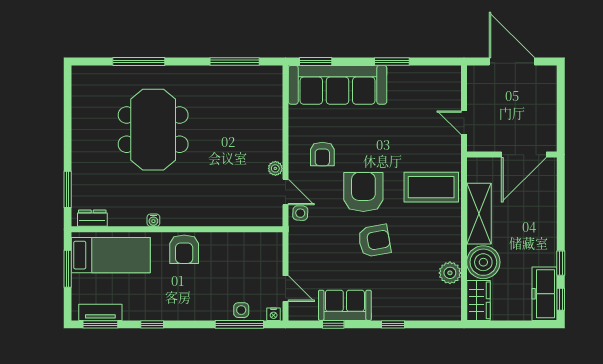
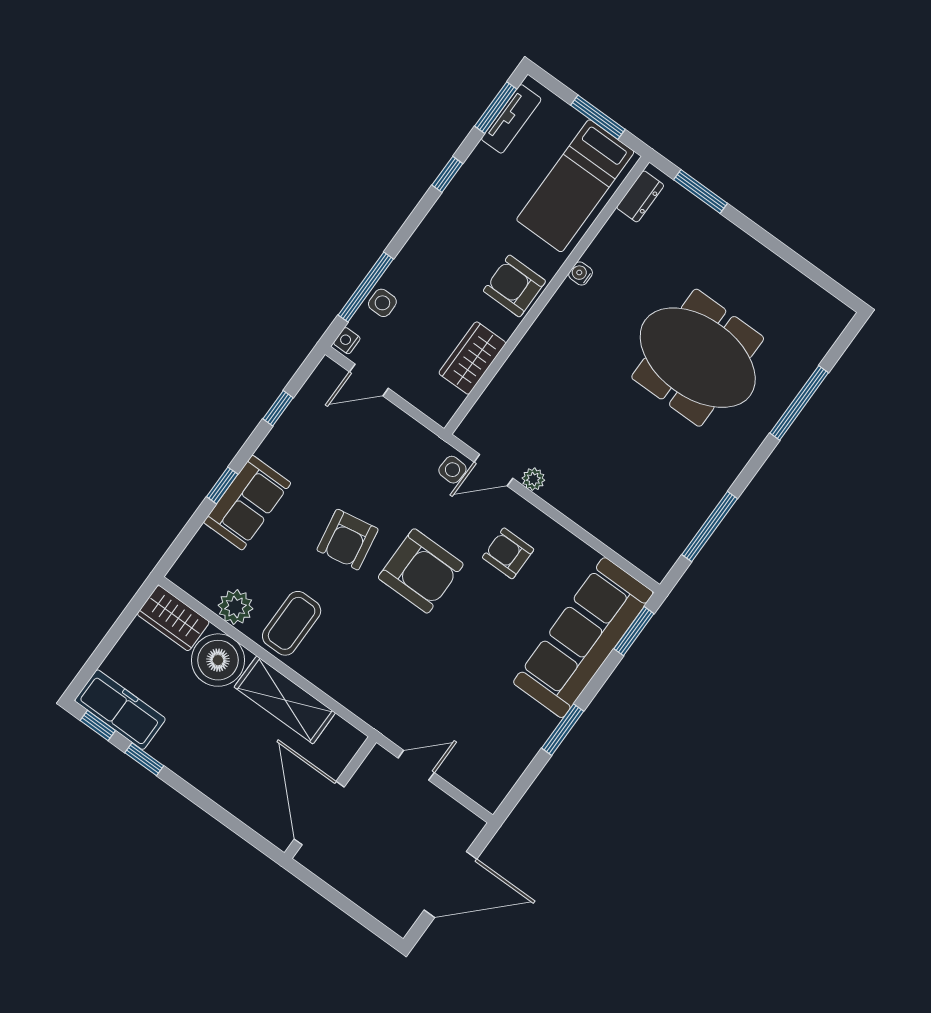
coffee table: (431, 187) -> (292, 623), moved, width x0.73, depth x0.76
wardrobe: (236, 244) -> (472, 358), added
sofa: (345, 305) -> (247, 503), moved

